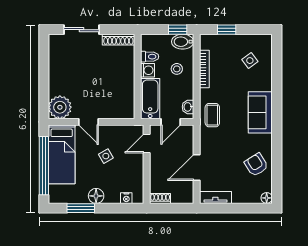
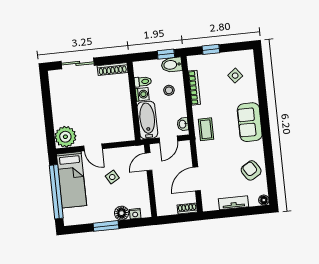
floor lamp: (96, 196) -> (122, 213), moved
tv unit: (215, 197) -> (234, 203), moved
shoe rack: (160, 198) -> (187, 209), moved
window: (81, 208) -> (106, 226), moved

